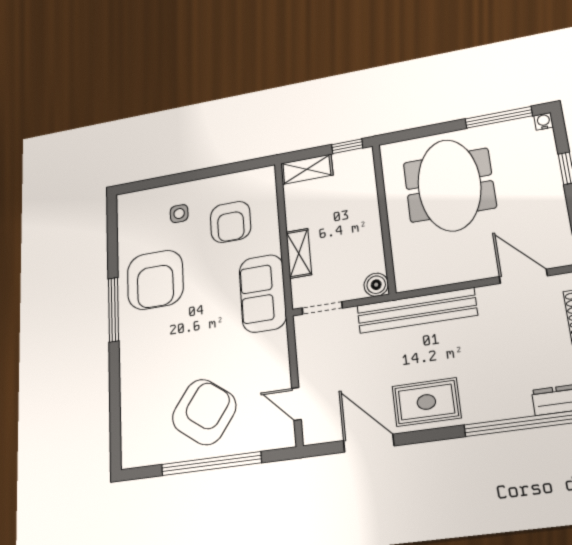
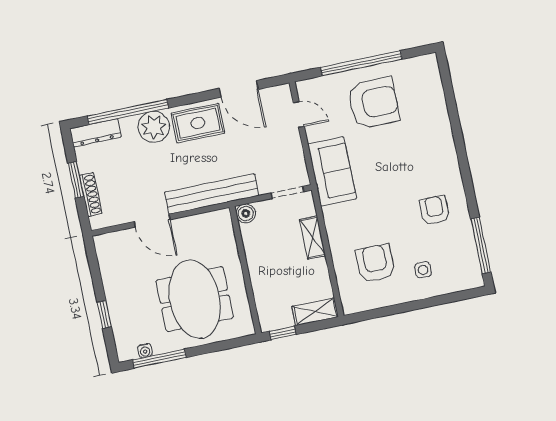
water cooler: (544, 121) -> (145, 350), moved
door: (523, 276) -> (152, 221), moved
armchair: (155, 280) -> (435, 210), width x0.53, depth x0.53
sofa: (263, 293) -> (332, 171), moved
window: (114, 309) -> (481, 245), moved
plant: (486, 401) -> (154, 127), added
armchair: (204, 412) -> (374, 103), turned -126

